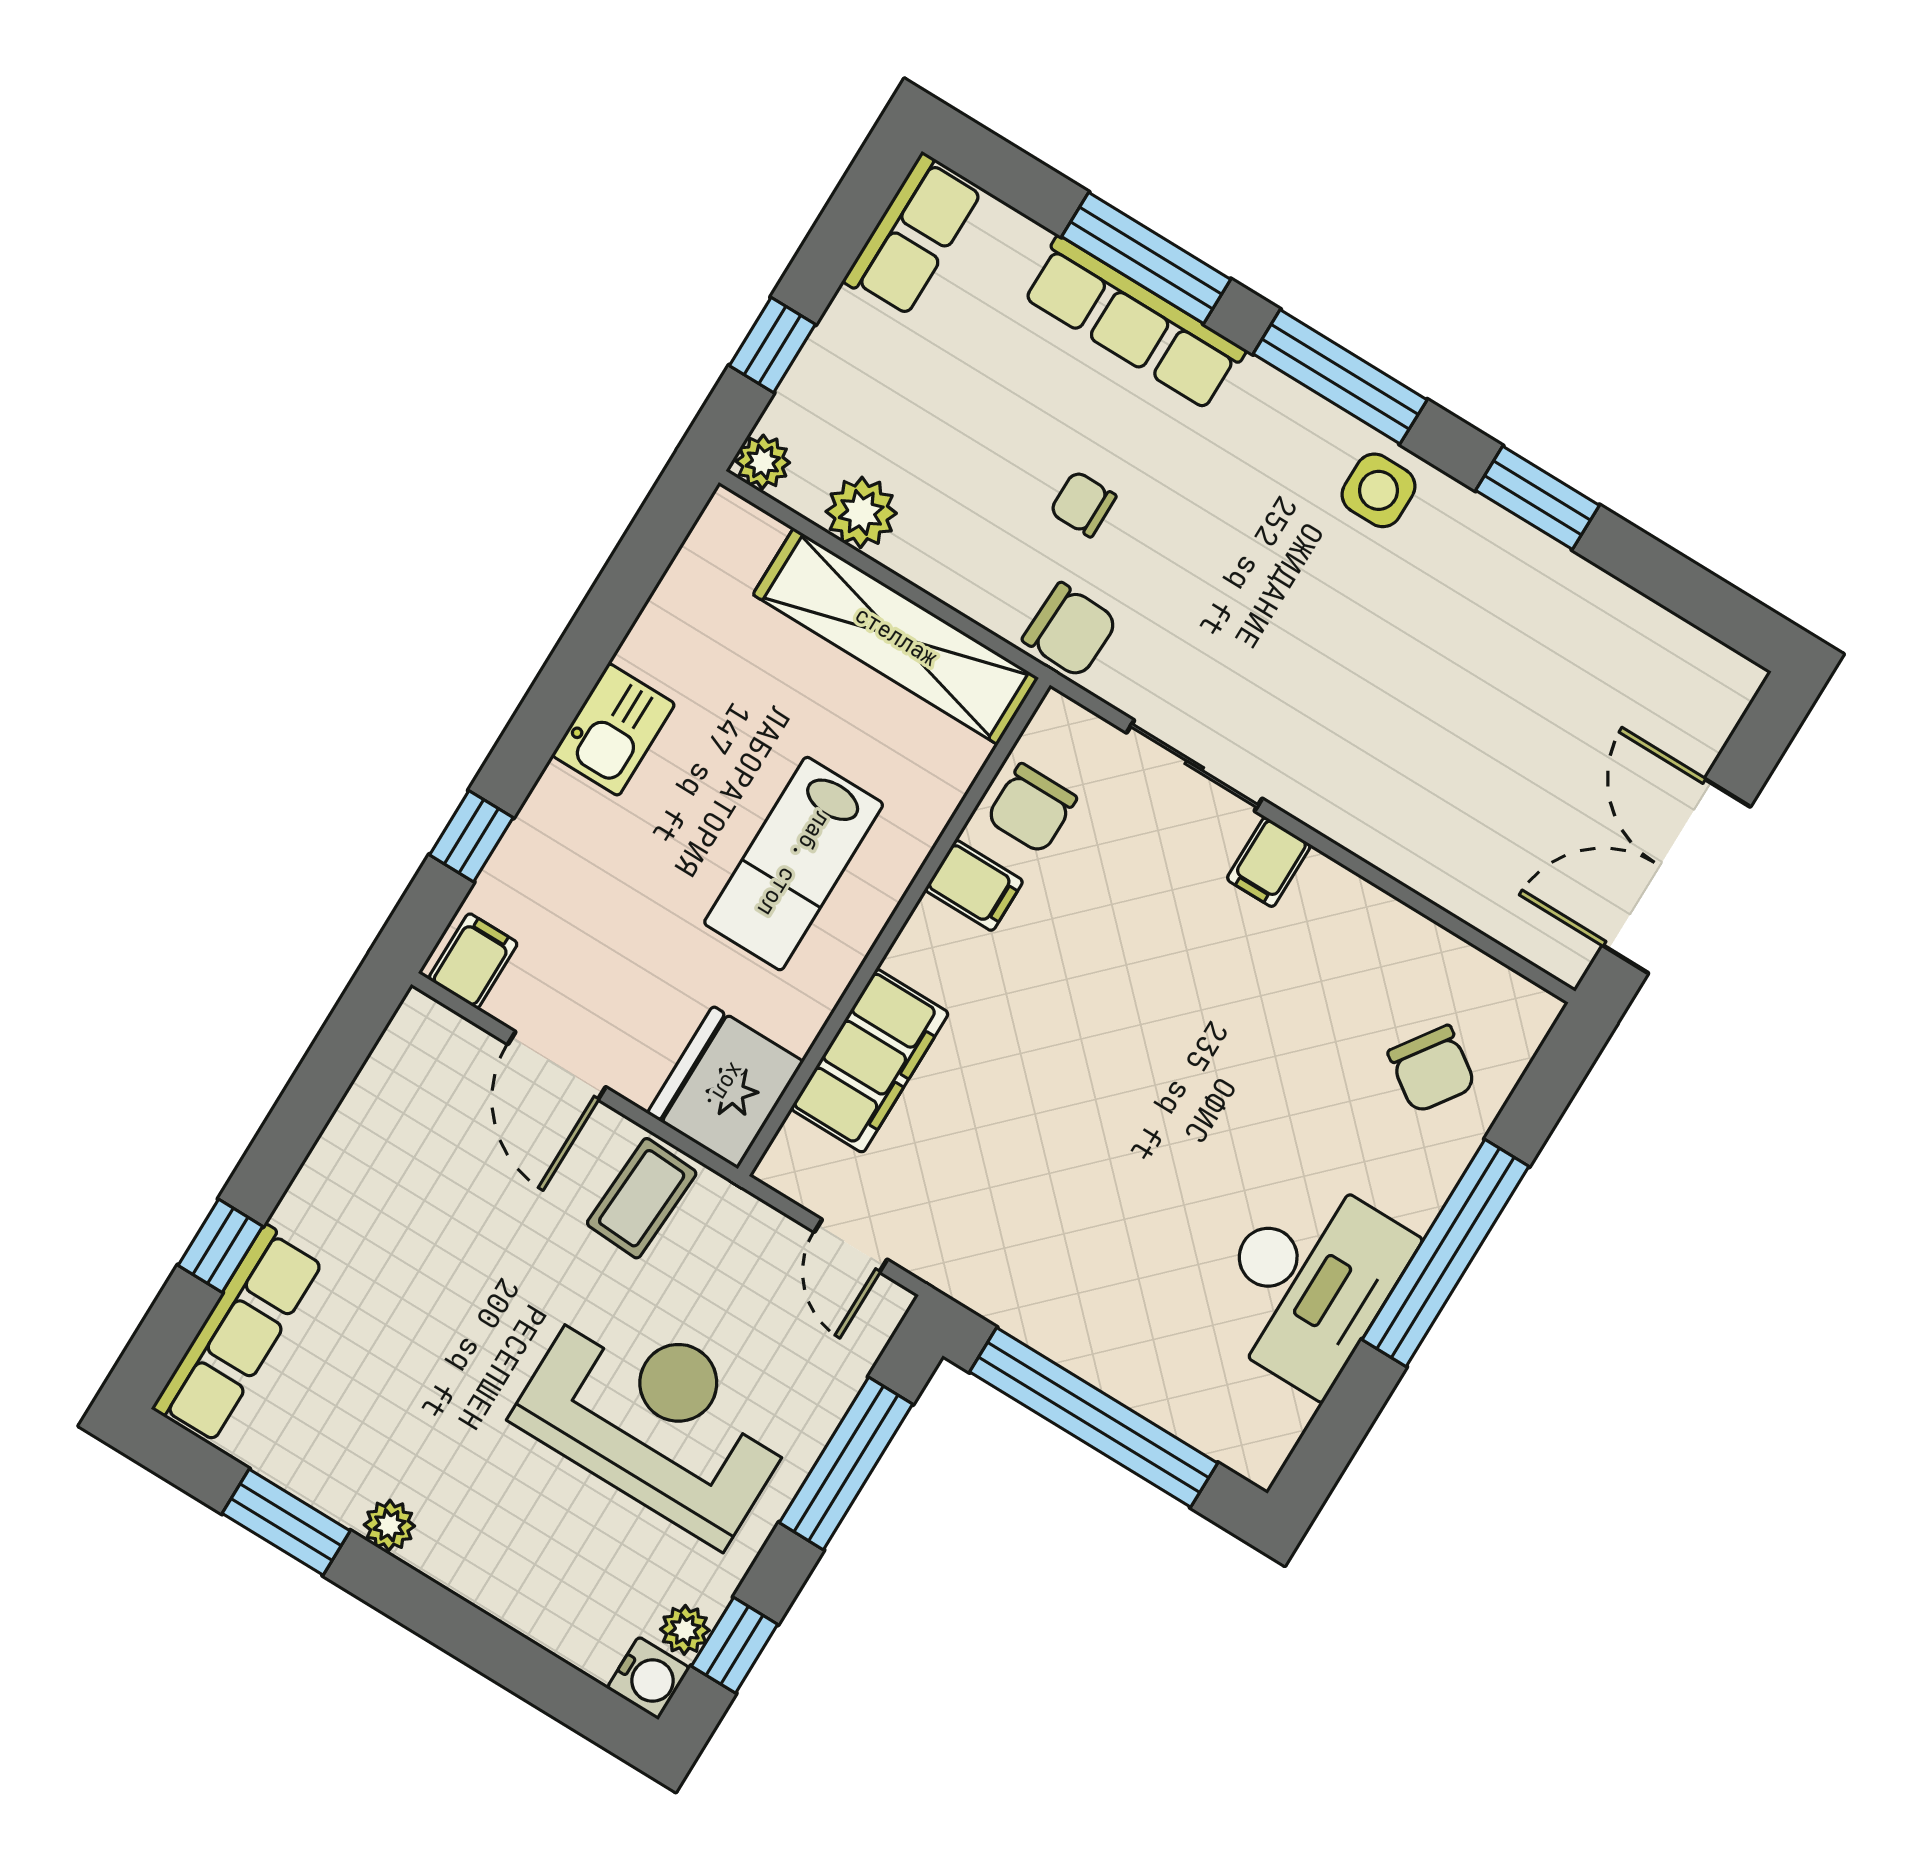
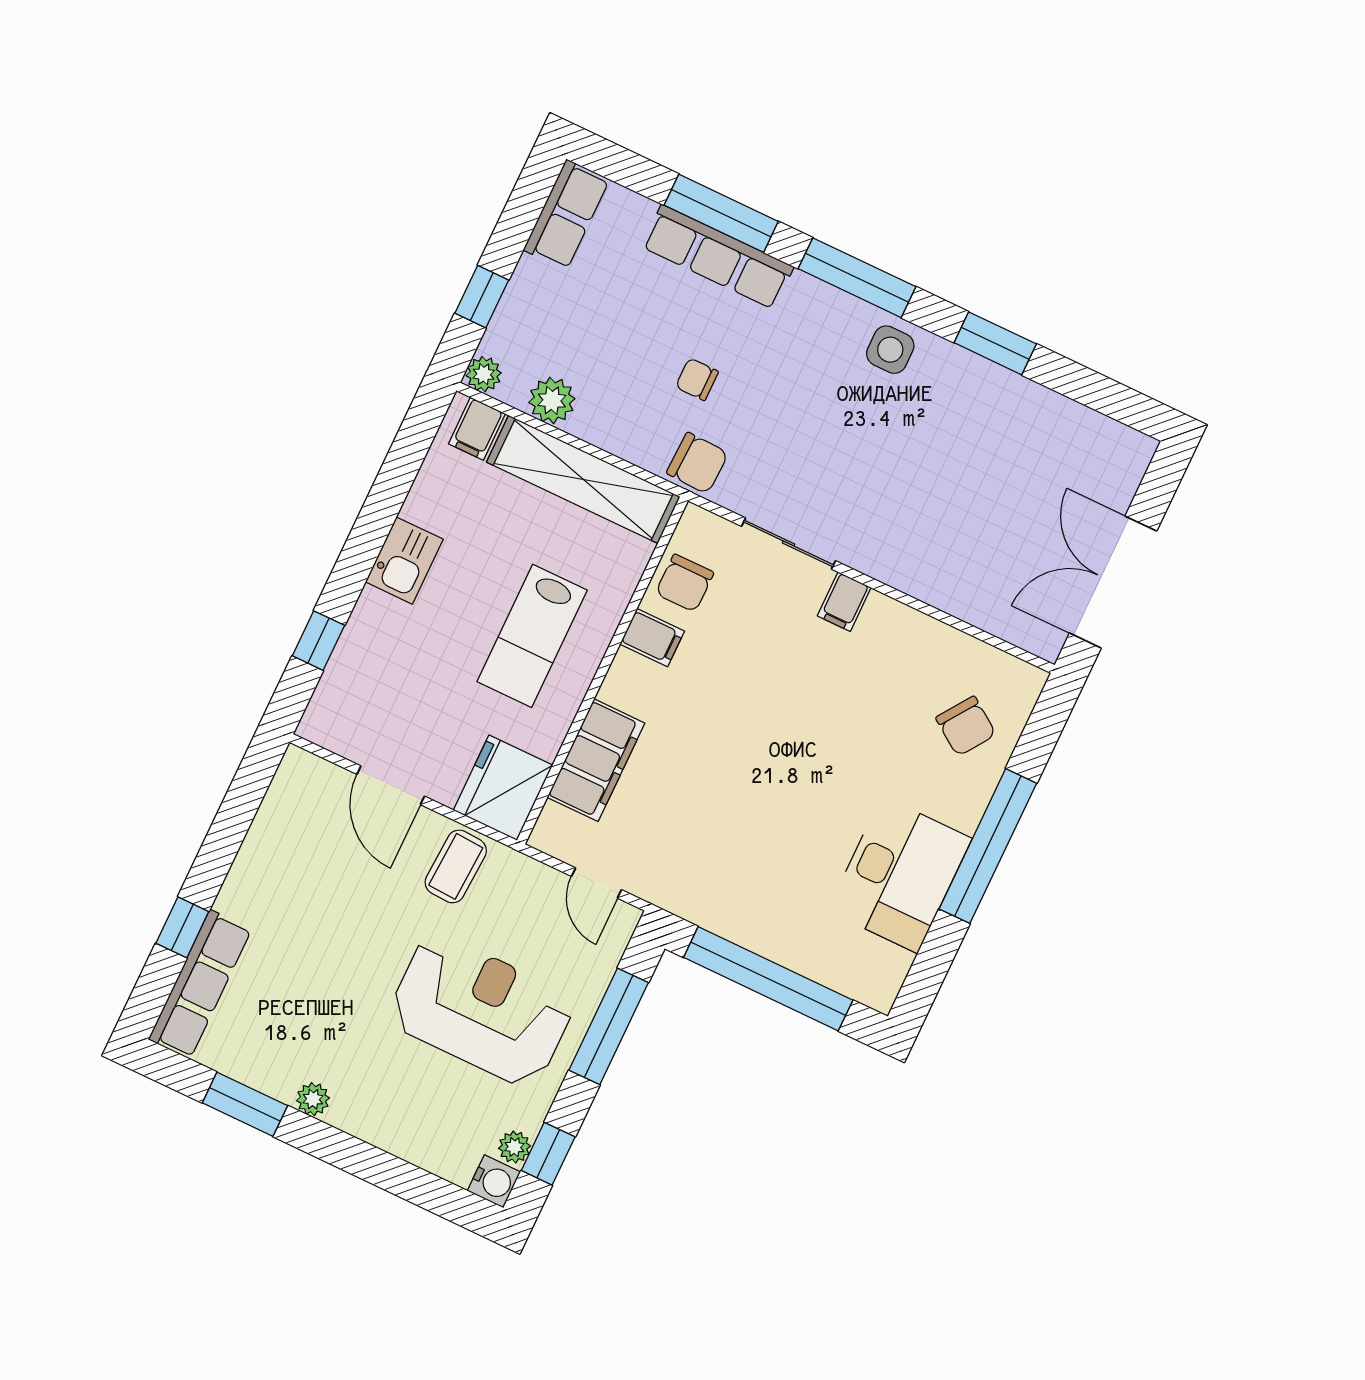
filing cabinet: (473, 961) -> (477, 429), moved, turned 180

